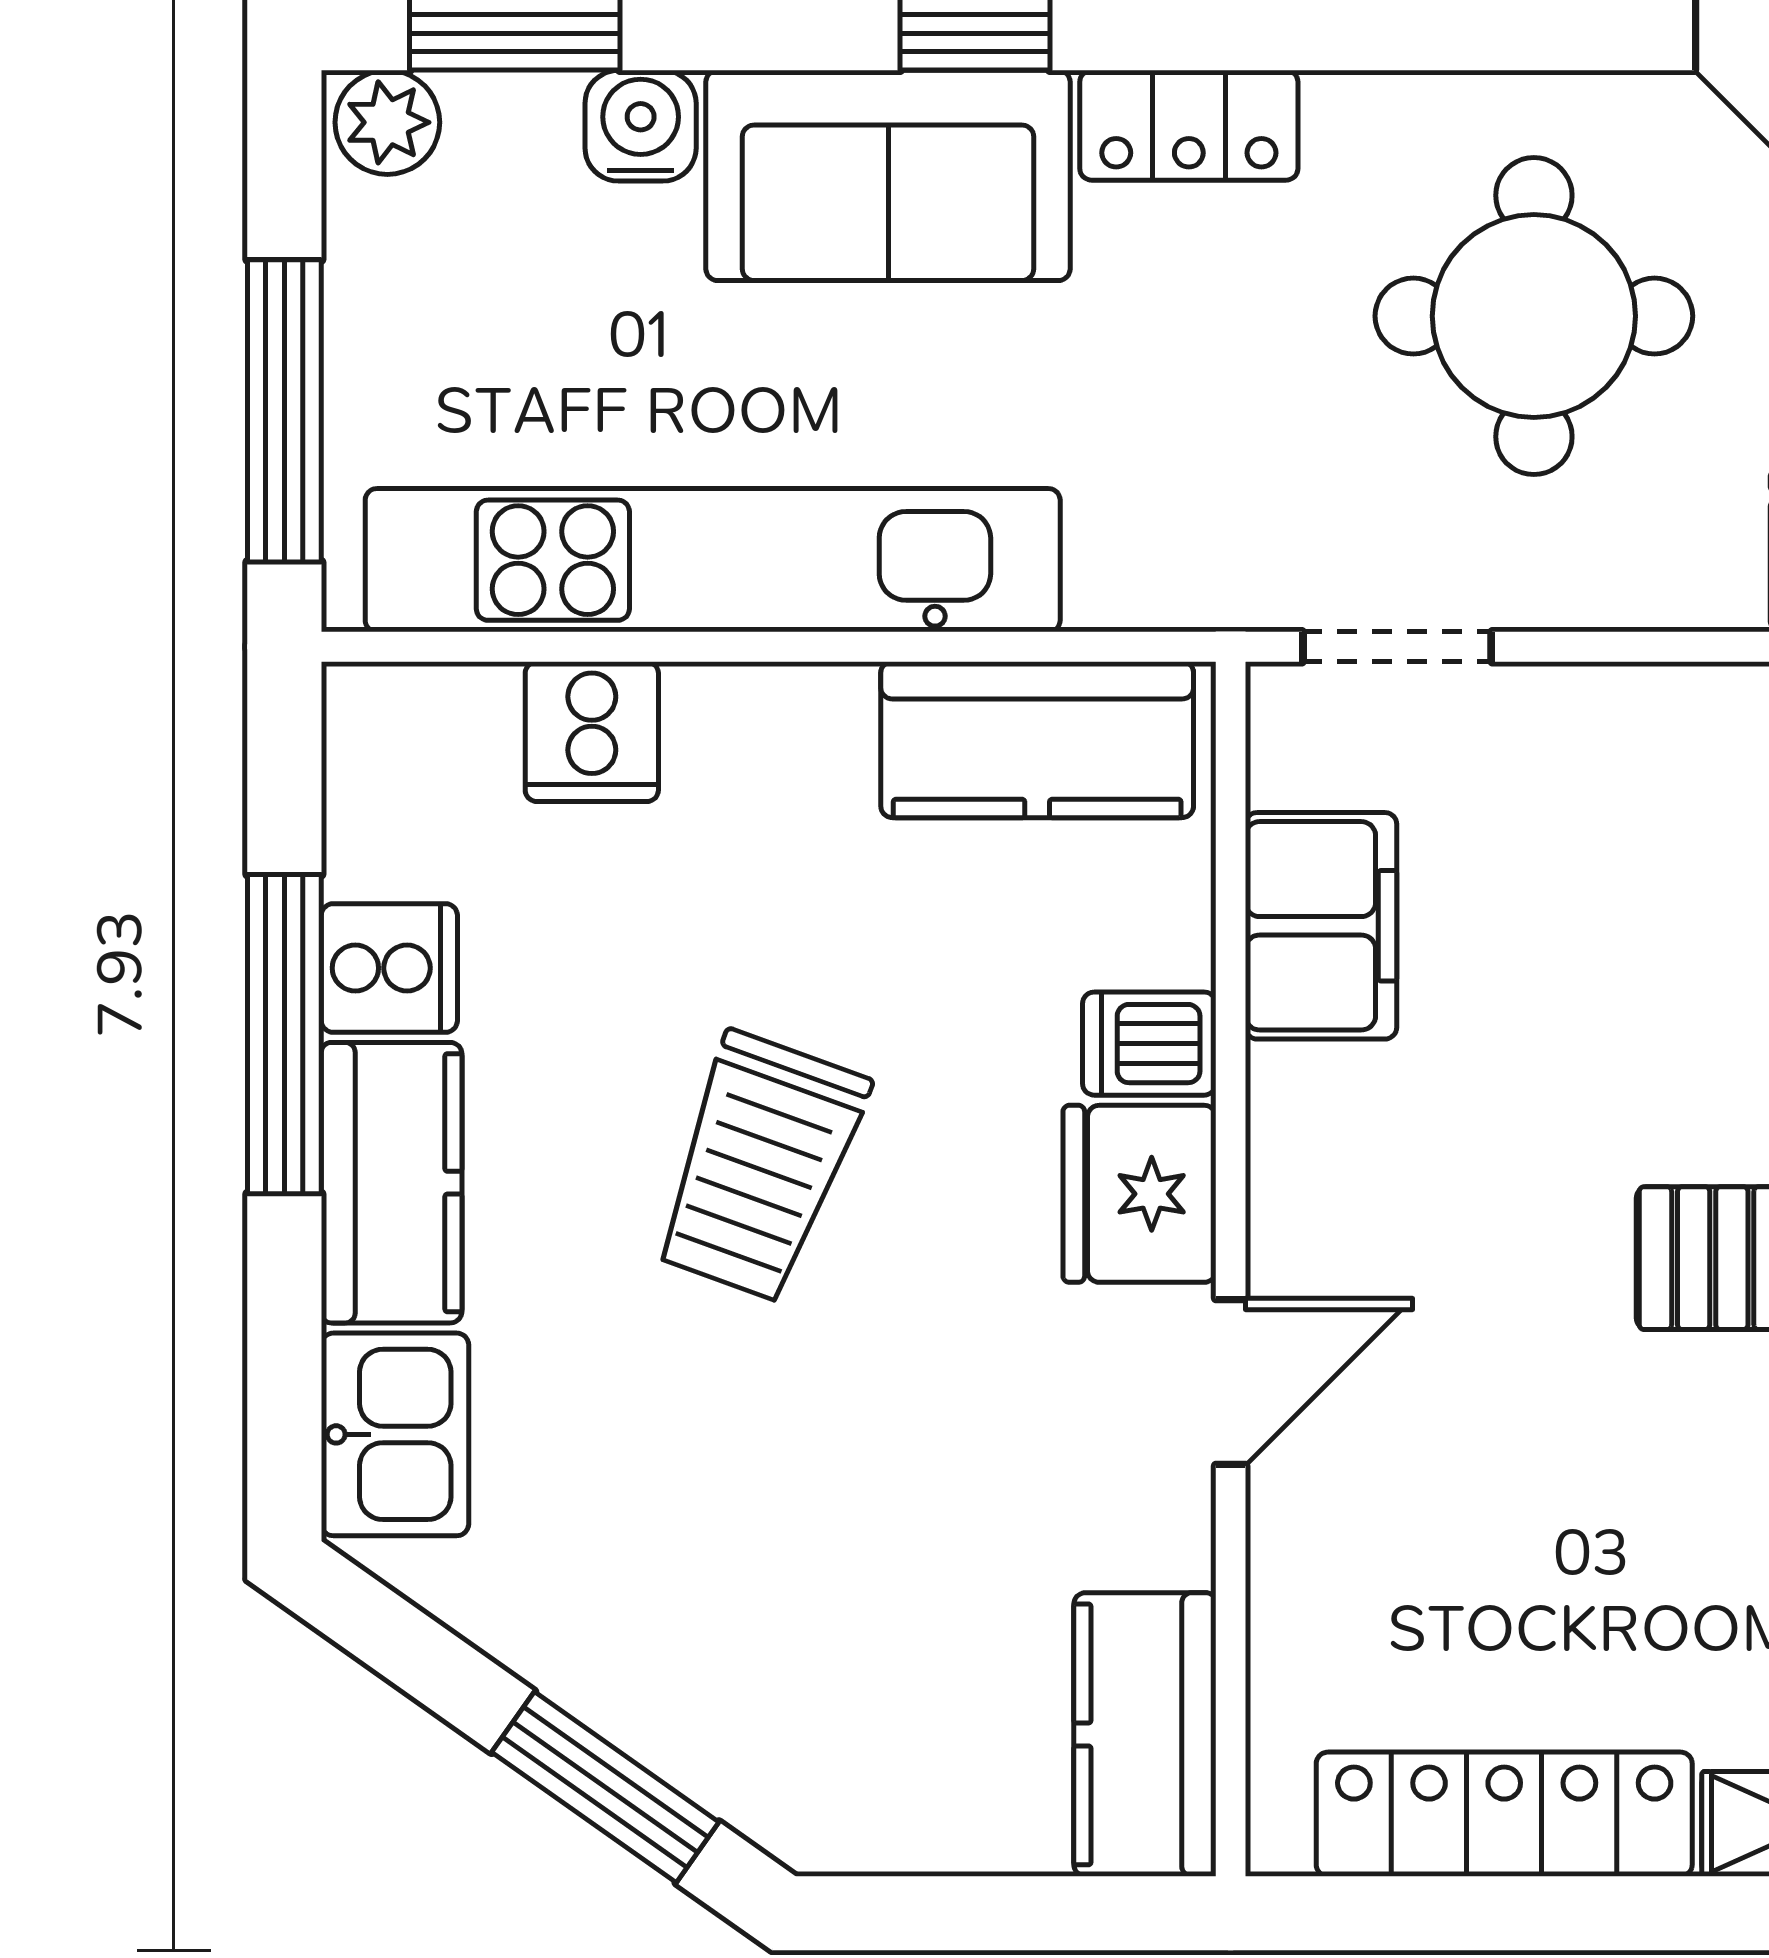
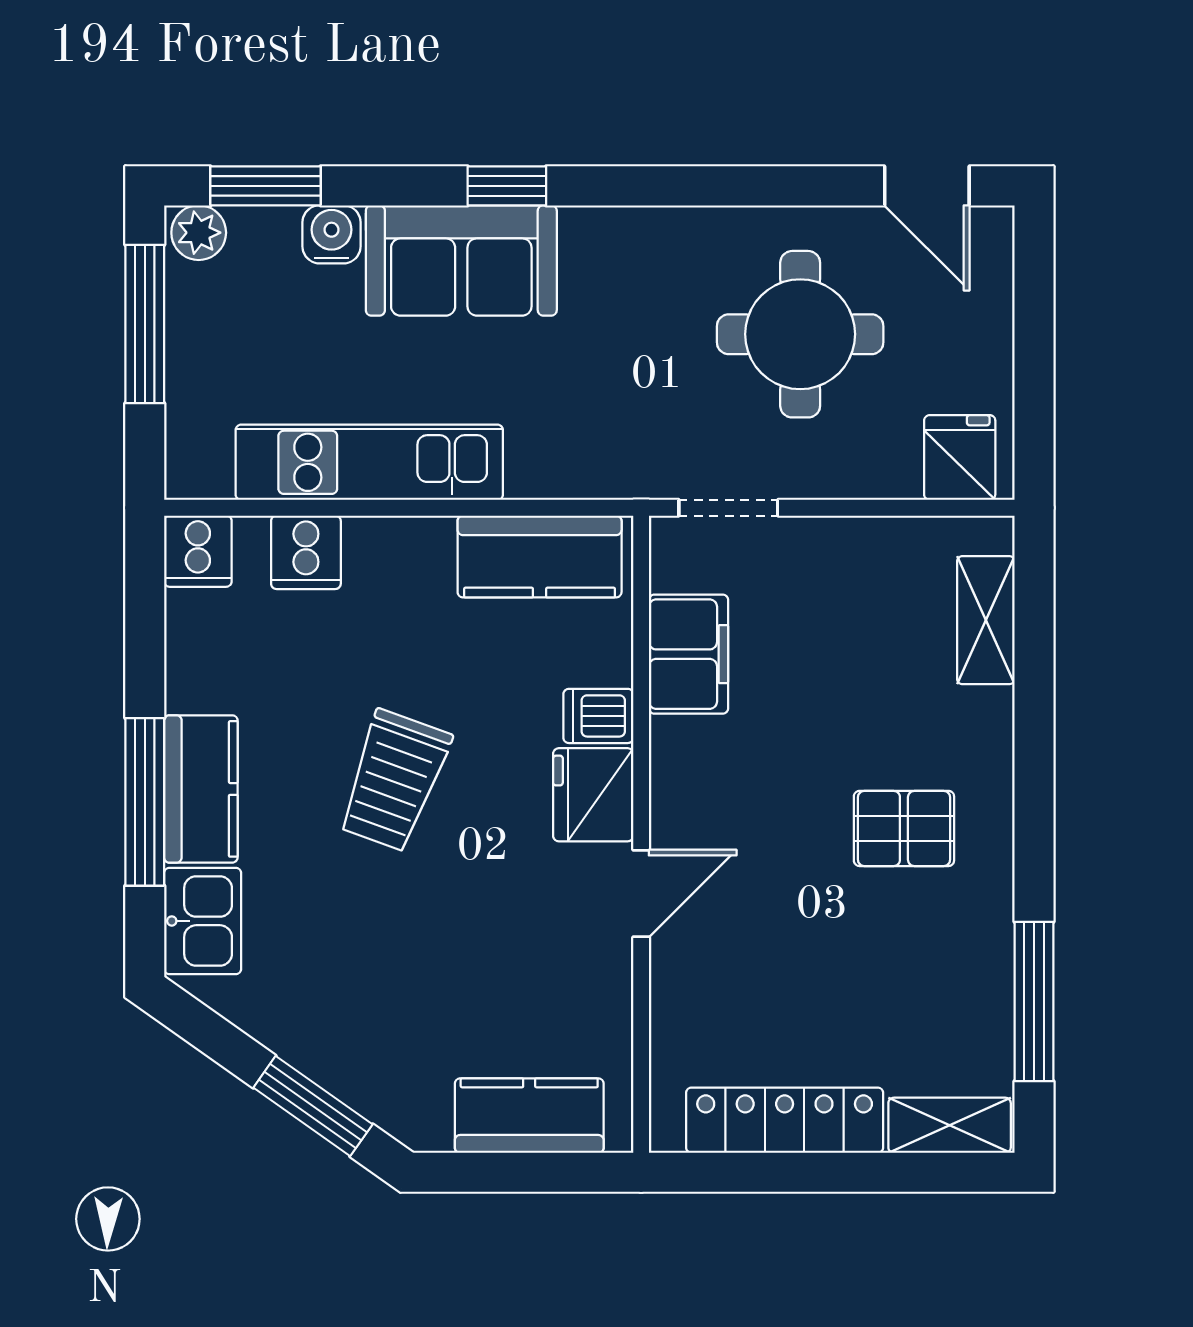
locker: (1189, 125) -> (619, 234), removed
window: (284, 411) -> (145, 324), moved
kitchen unit: (713, 560) -> (369, 462), width x0.73
cooker: (389, 968) -> (198, 551), moved, turned 90
window: (284, 1034) -> (145, 802), moved
kitchen counter: (1145, 1734) -> (529, 1116), moved, turned 90

